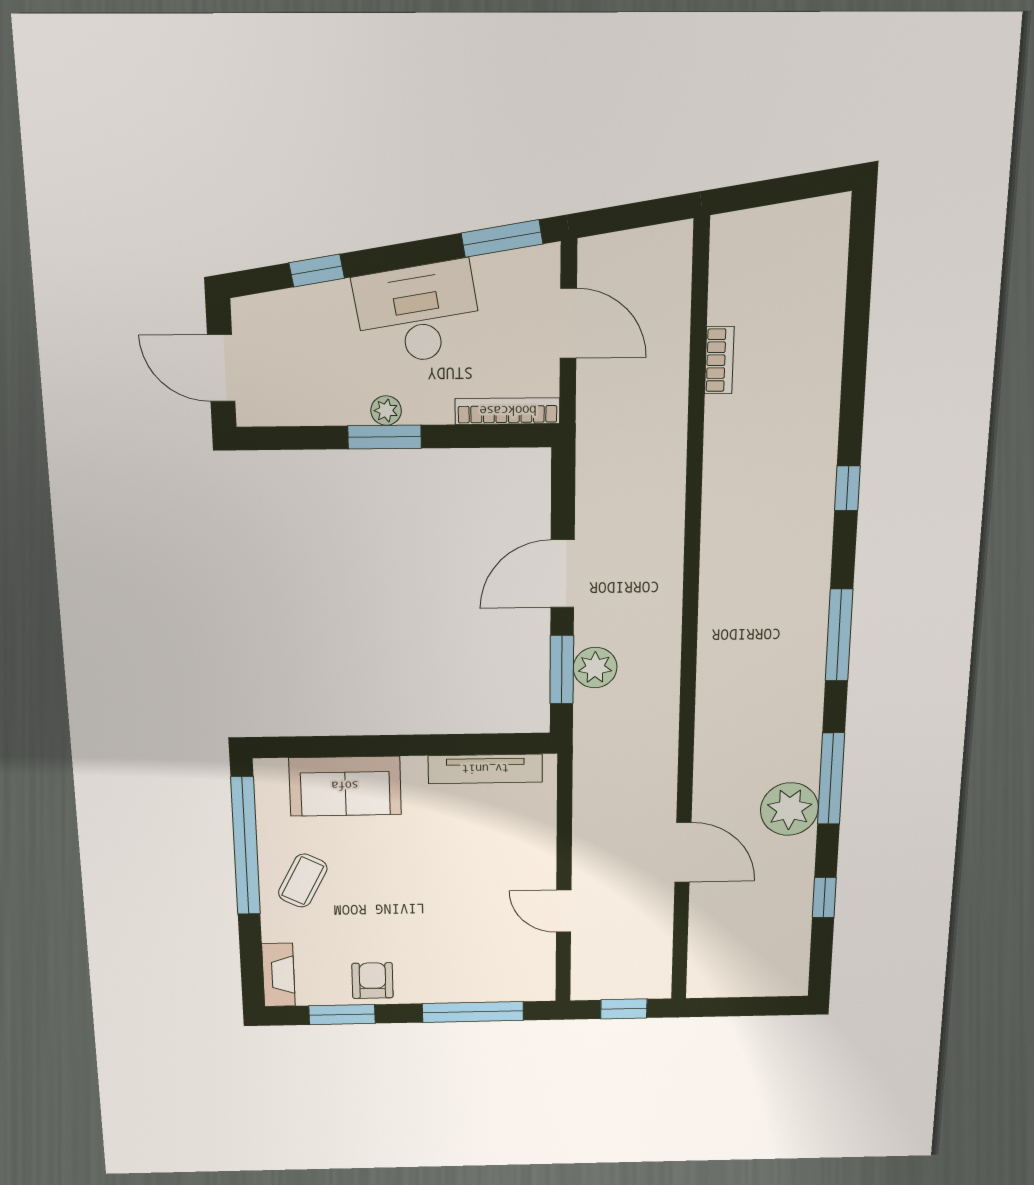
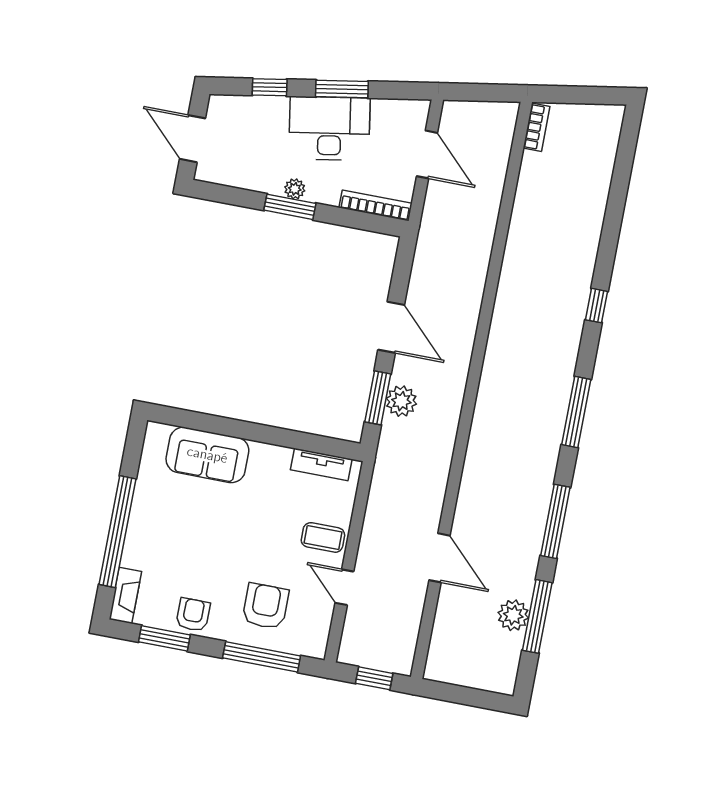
window: (502, 238) -> (342, 89), moved
bookcase: (719, 360) -> (537, 127), moved
door: (562, 574) -> (391, 327), swing flipped
tv unit: (485, 769) -> (321, 464), width x0.71
plant: (789, 809) -> (513, 615), moved, width x0.73, depth x0.73
window: (246, 846) -> (117, 532), moved
coffee table: (303, 881) -> (323, 537), moved, turned 63
window: (824, 897) -> (537, 616), width x2.17
armchair: (465, 953) -> (265, 606), added

